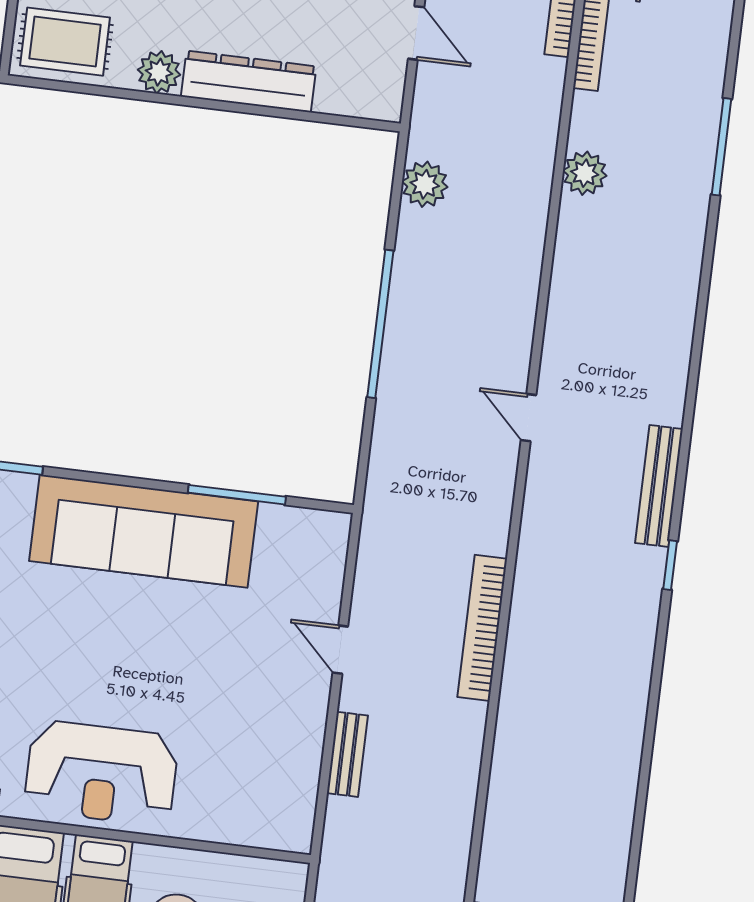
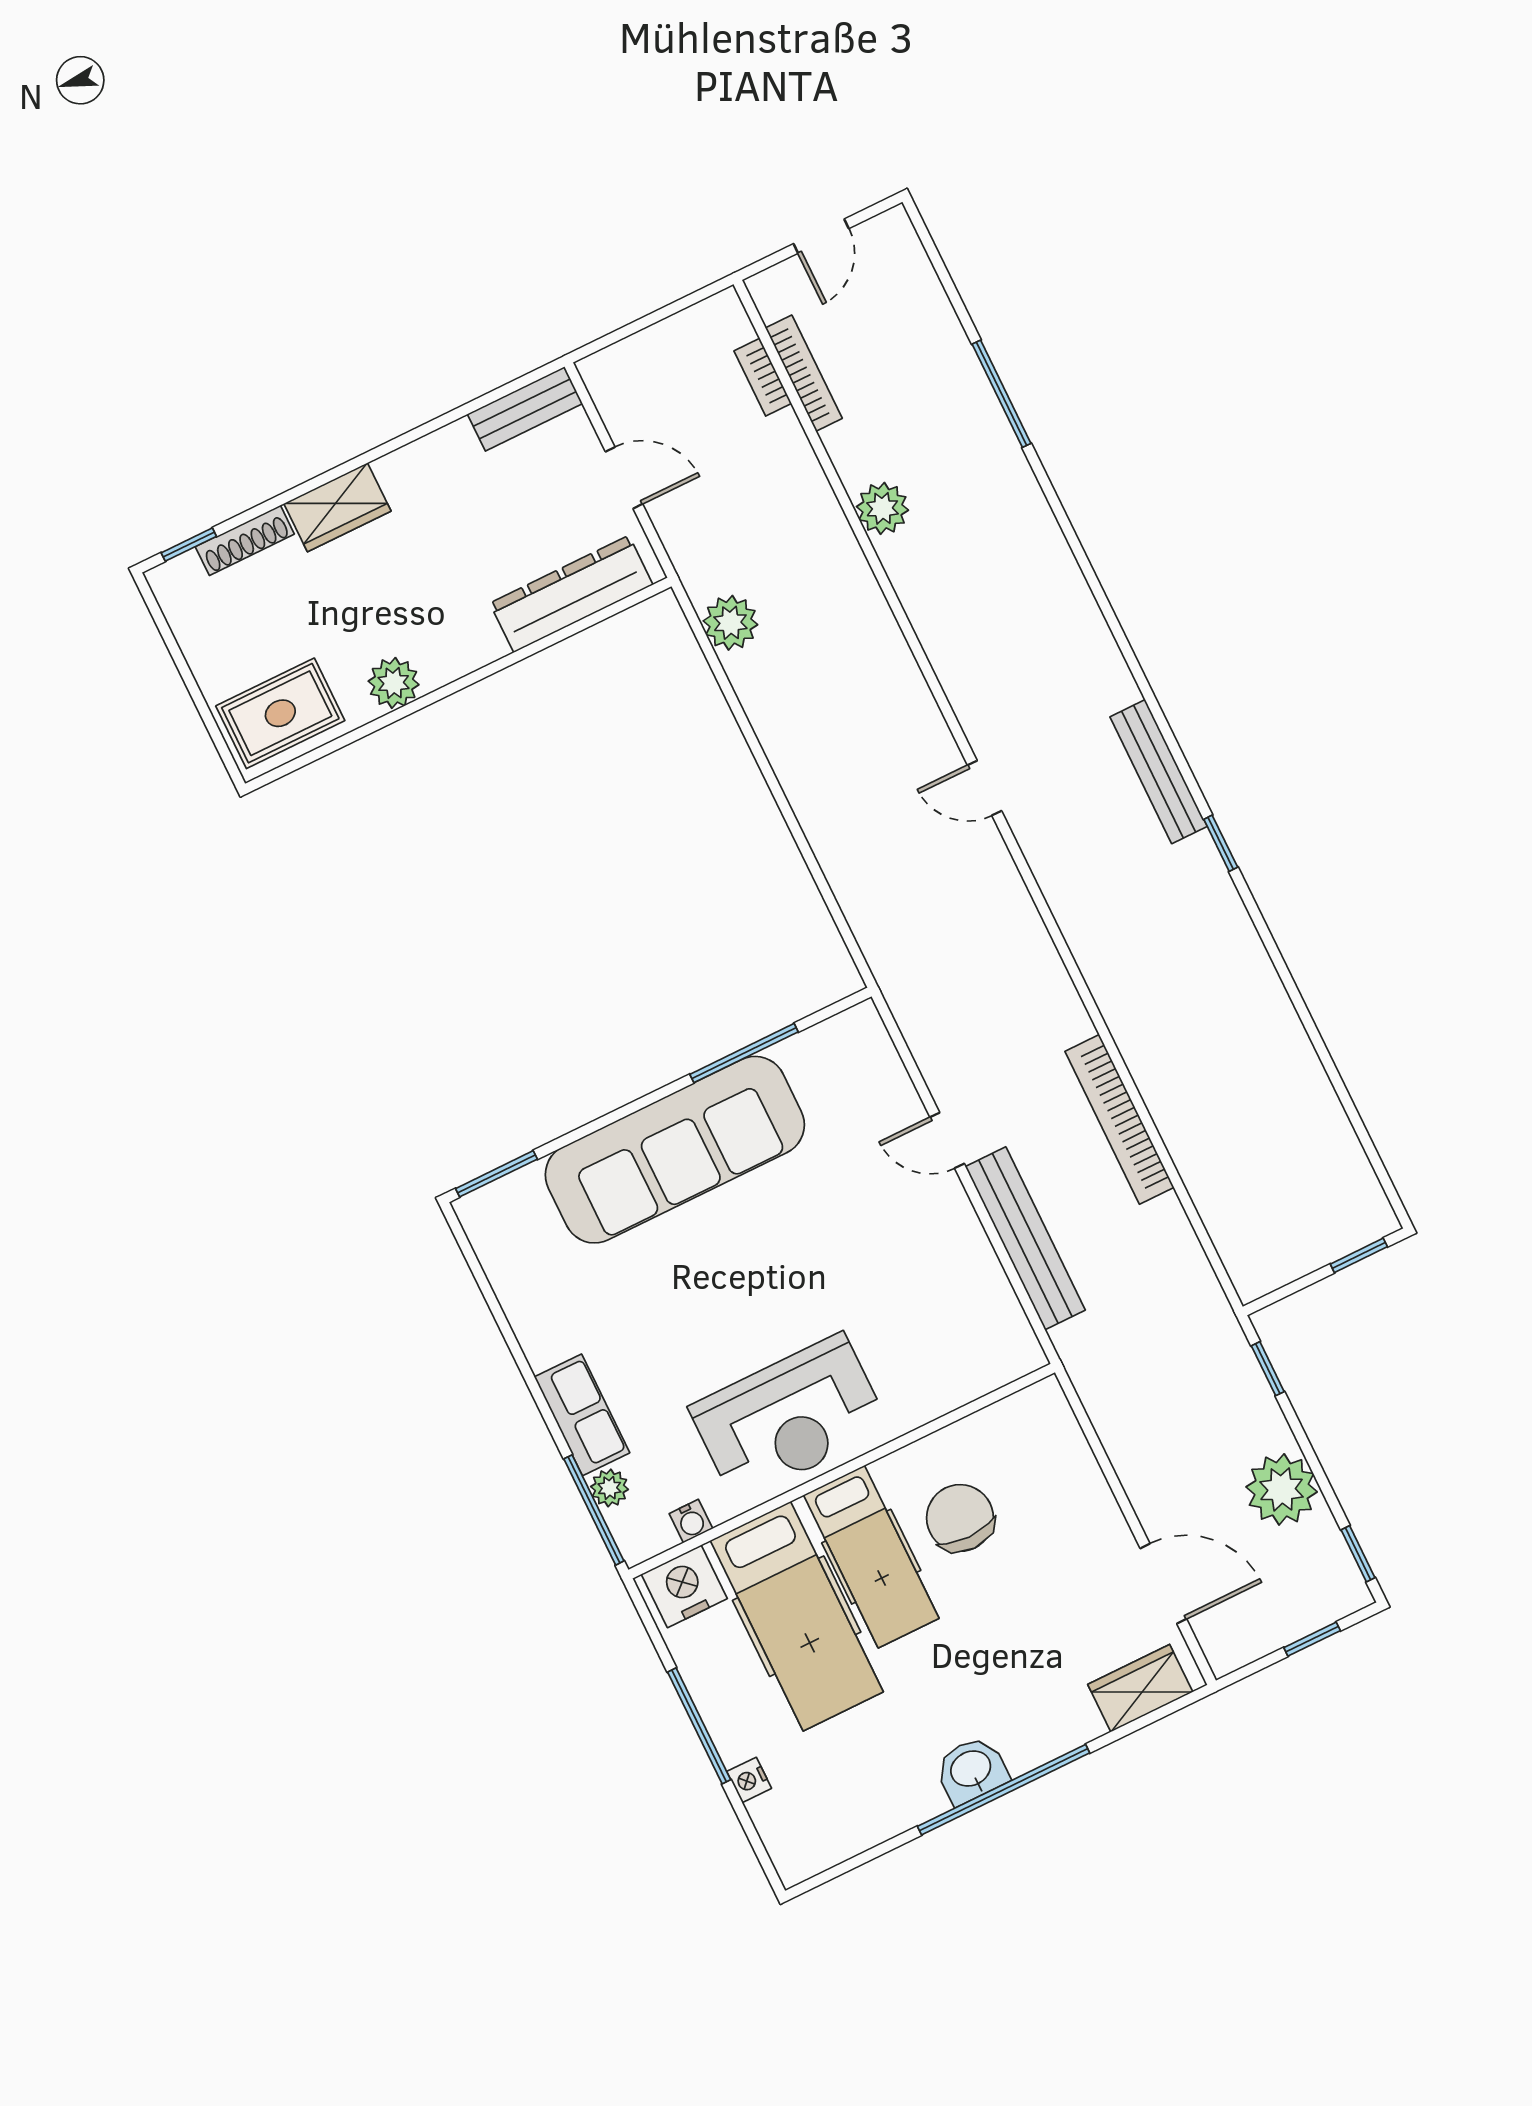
dresser: (249, 81) -> (571, 594), moved
window: (380, 324) -> (776, 790), removed
bookcase: (482, 628) -> (1119, 1119), moved
bench: (347, 754) -> (1025, 1238), width x1.86, depth x1.21

